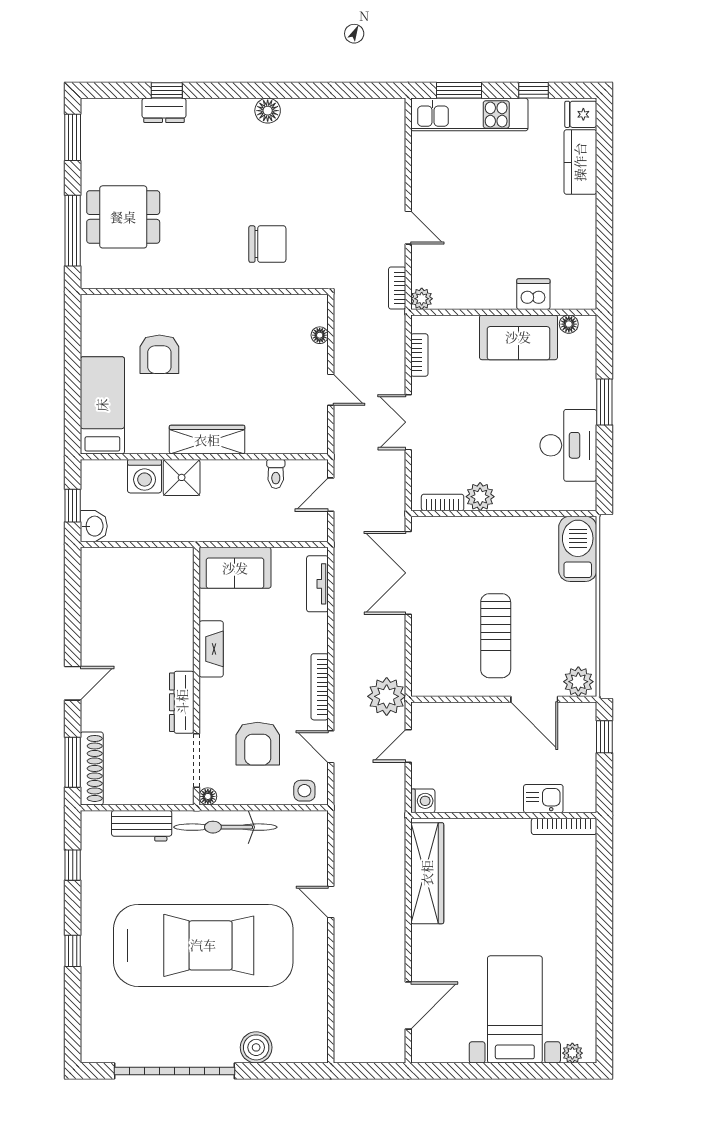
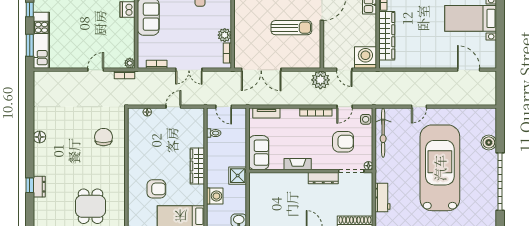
shower: (182, 477) -> (238, 176), moved
washing machine: (423, 801) -> (365, 57), width x1.89, depth x1.89
bicycle: (225, 827) -> (383, 133), moved
wardrobe: (427, 873) -> (387, 36), moved, turned 90

